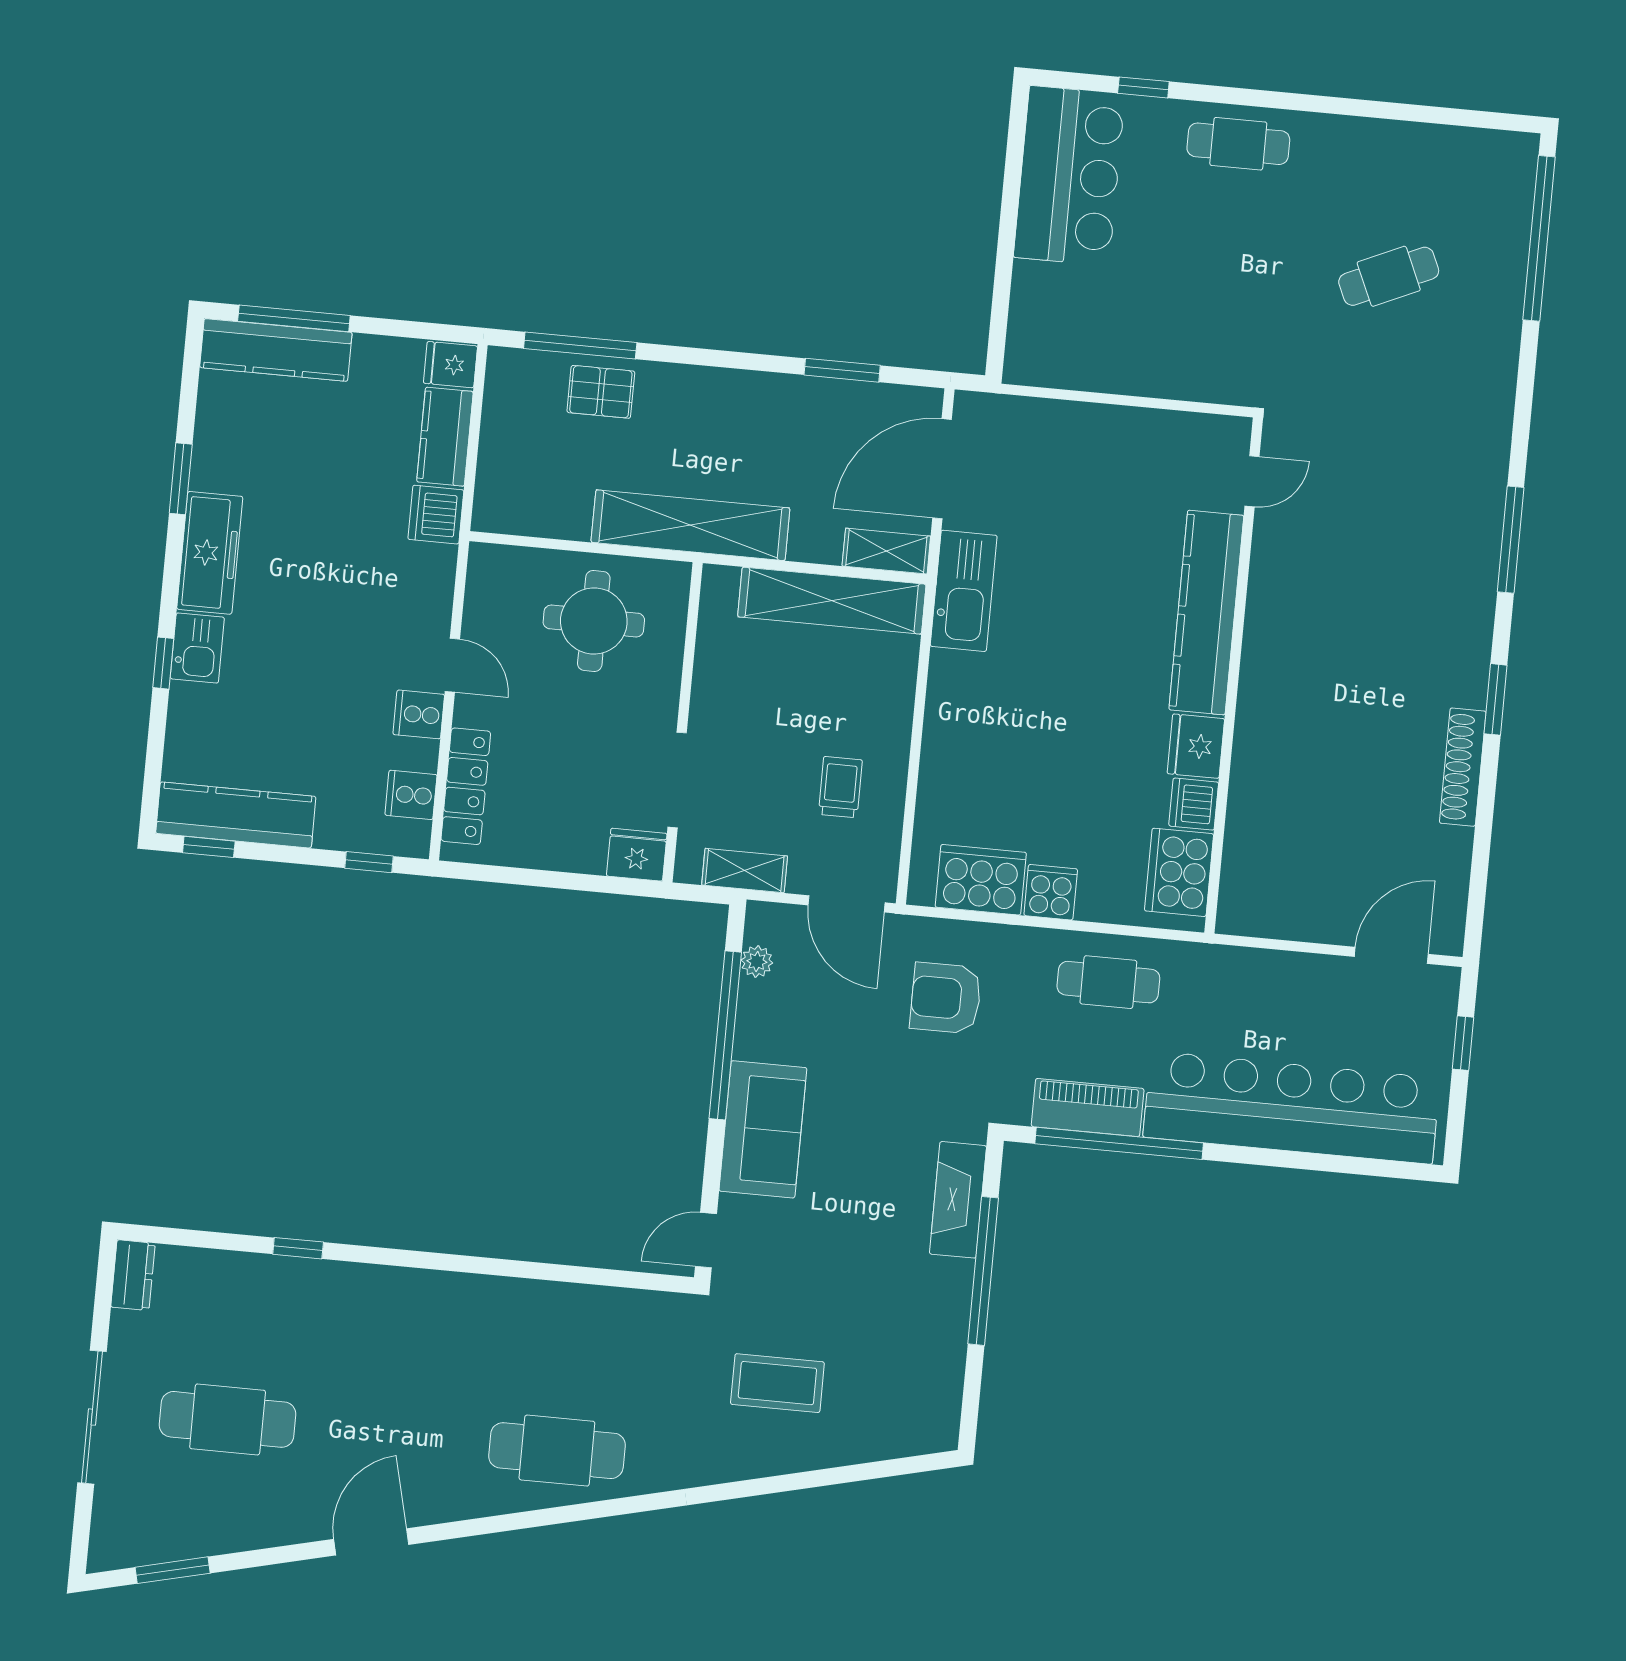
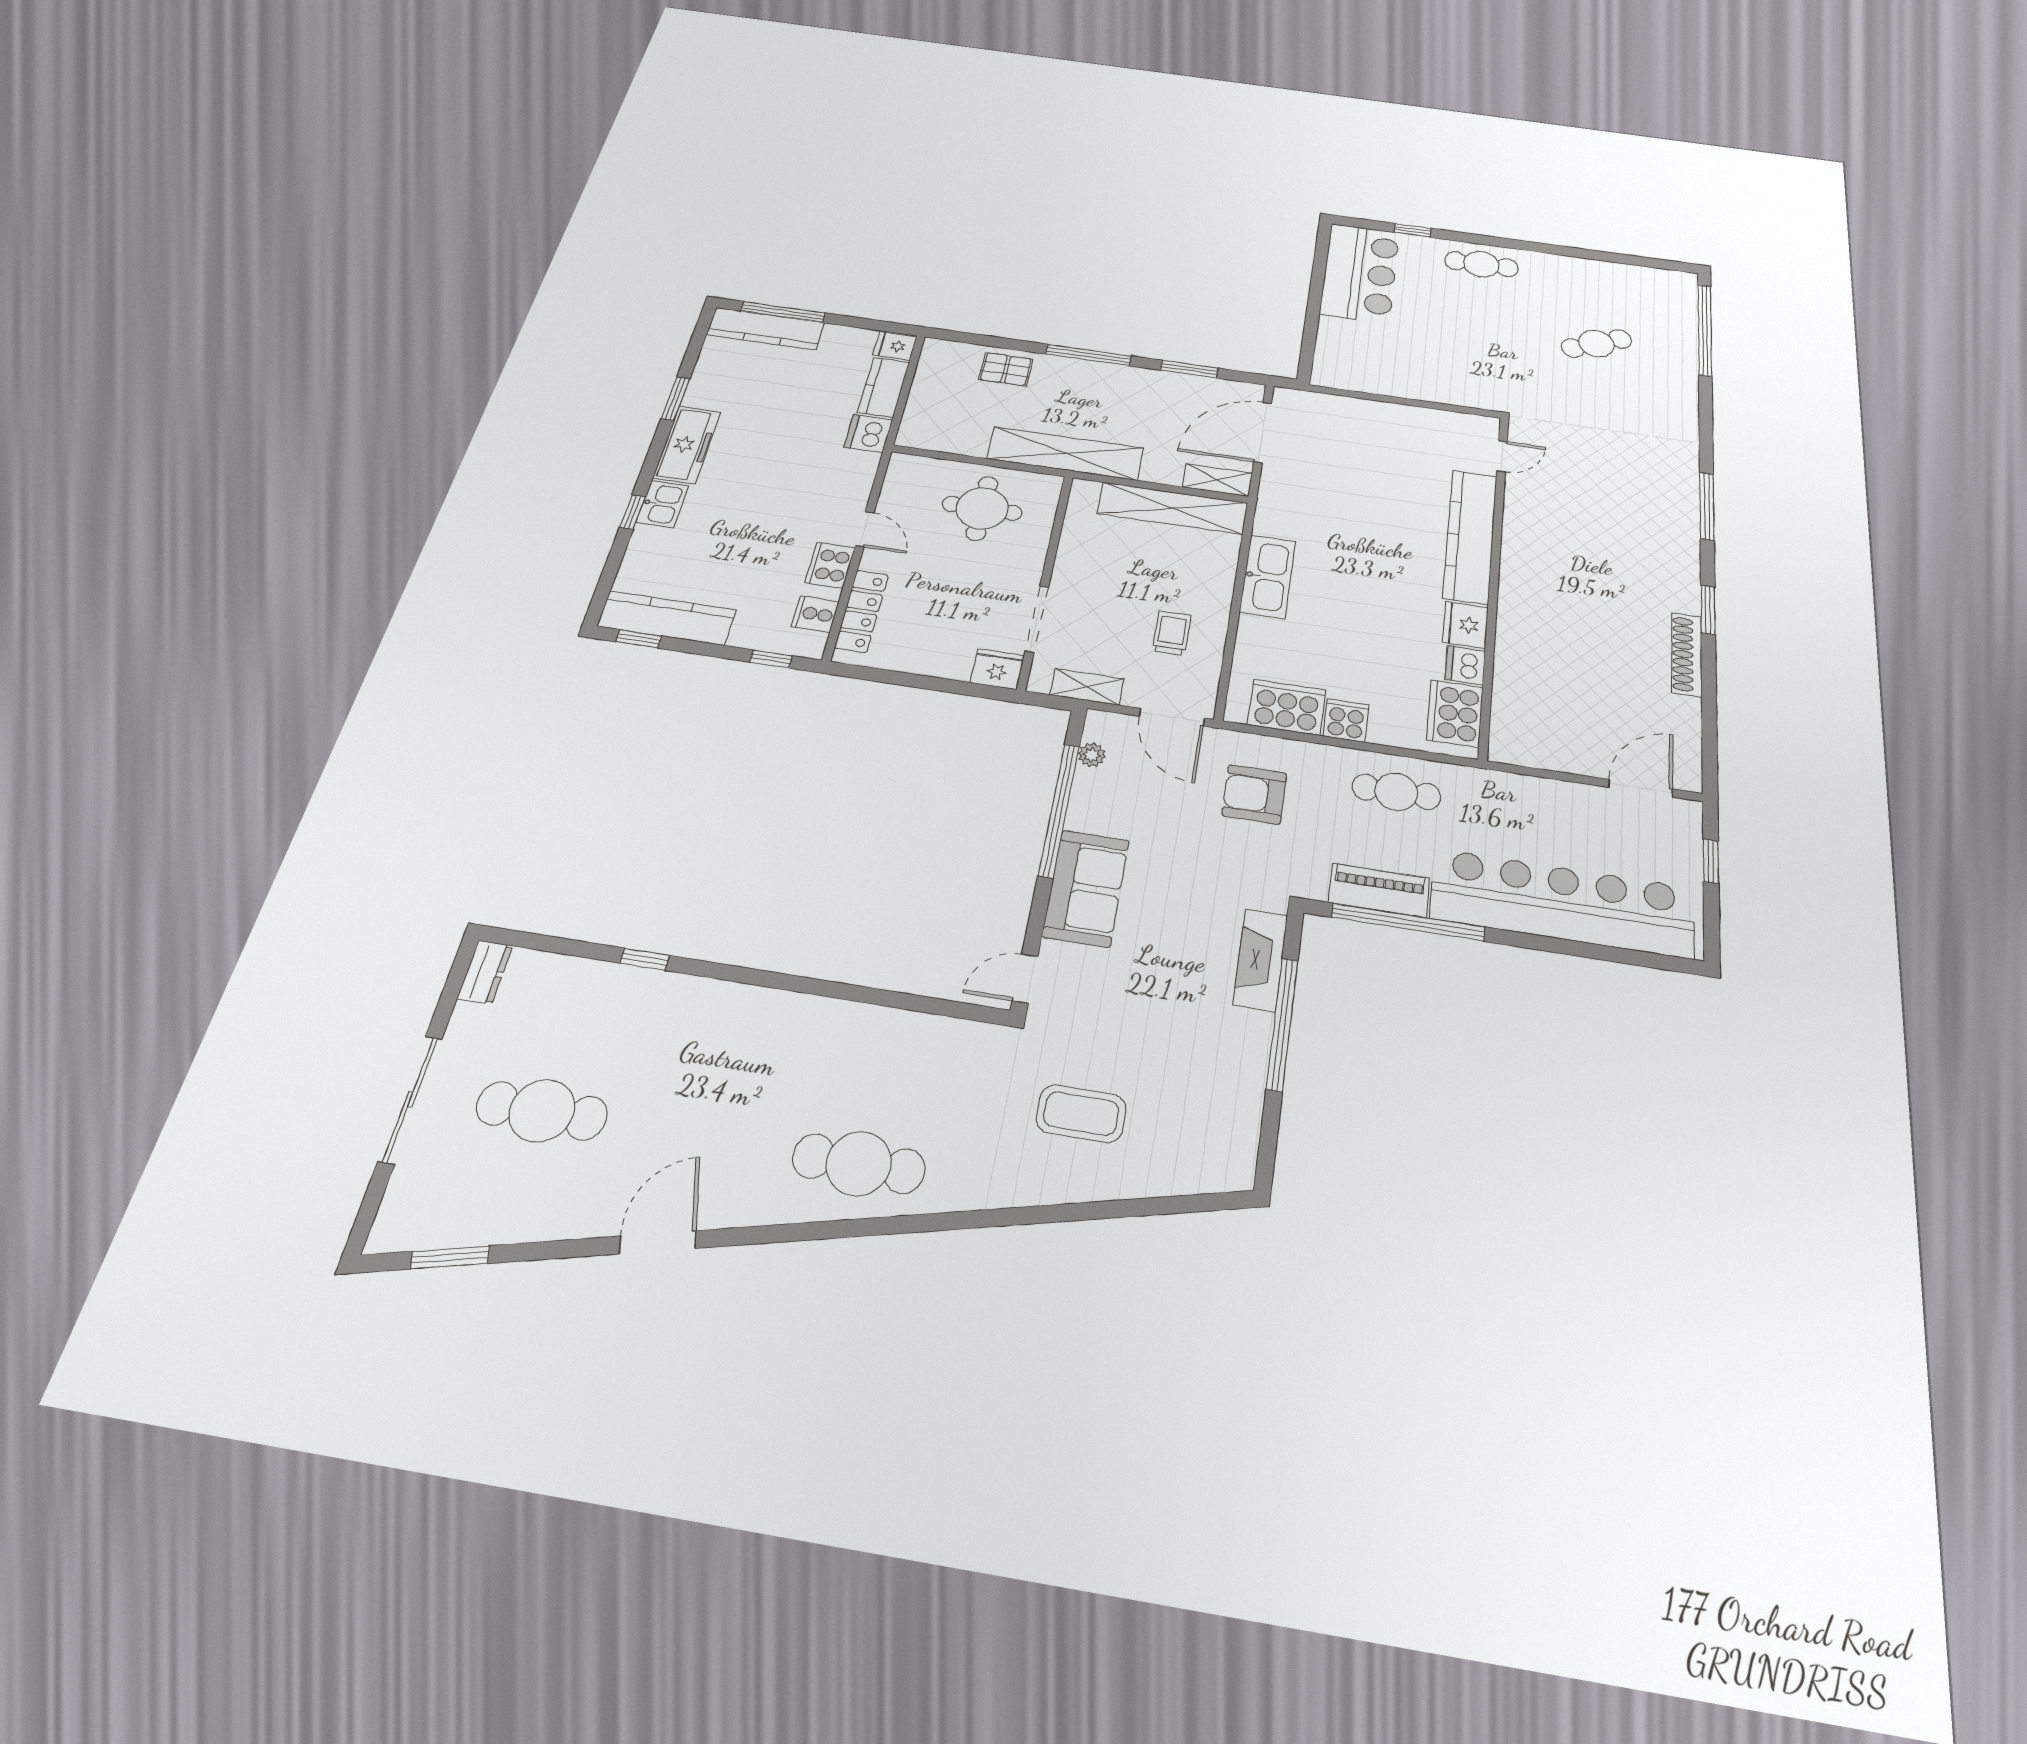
window: (580, 345) -> (1088, 355), moved
kitchen sink: (964, 591) -> (1268, 577), moved
cooker: (419, 714) -> (830, 565), width x1.36

